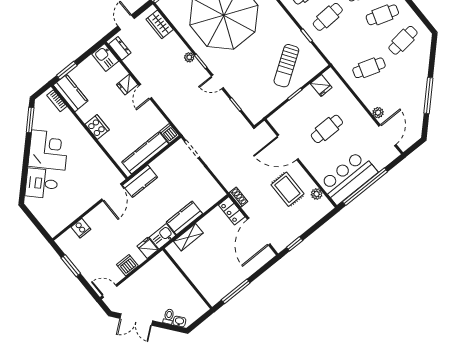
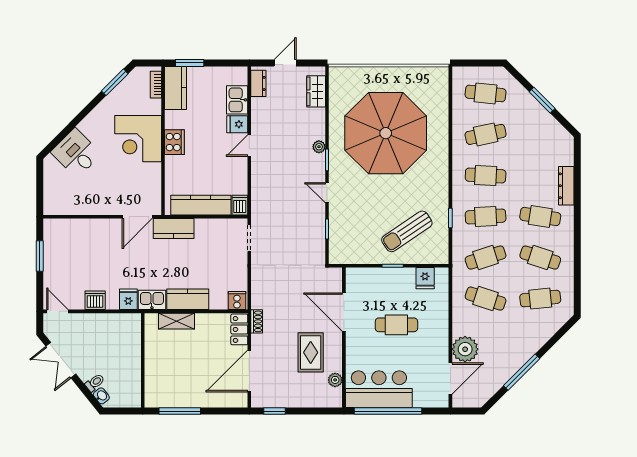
cafe table: (348, 42) -> (486, 258), added
kitchen sink: (105, 57) -> (237, 100), moved
plant: (378, 113) -> (465, 349), width x1.87, depth x1.87
corner desk: (48, 150) -> (138, 139), moved, turned 135
cooker: (81, 228) -> (237, 301), moved, turned 180

